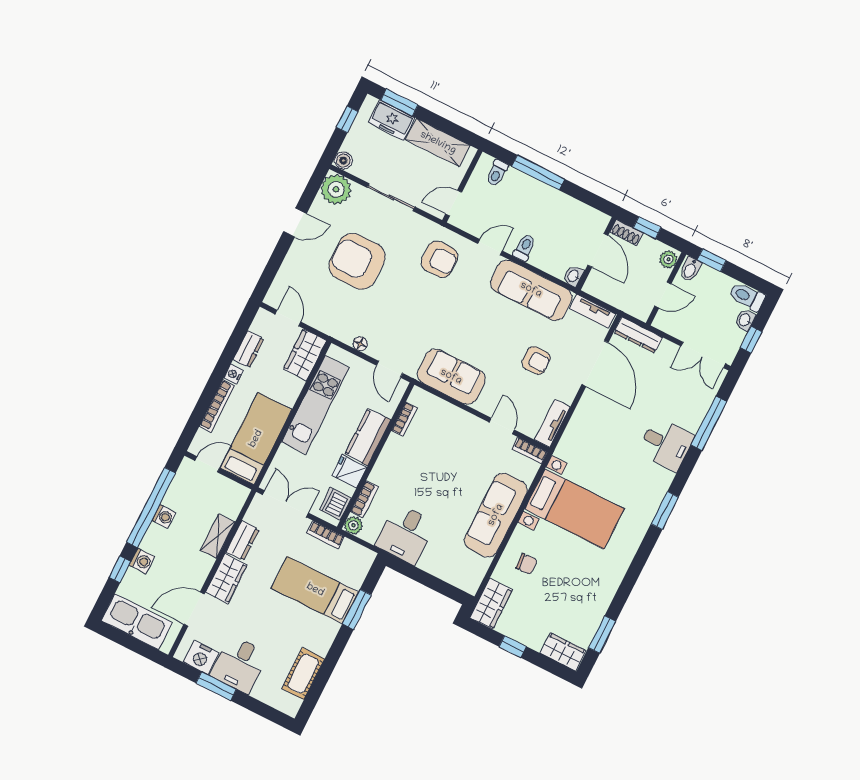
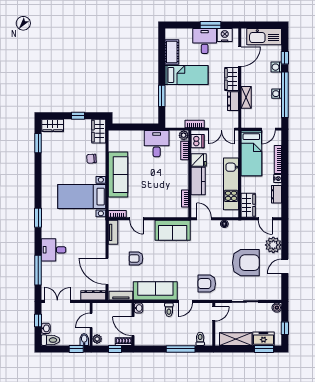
plant: (336, 189) -> (273, 245), moved
bed: (315, 590) -> (186, 75), moved

